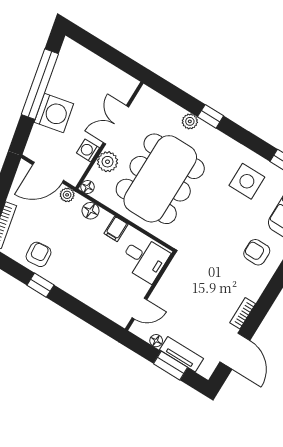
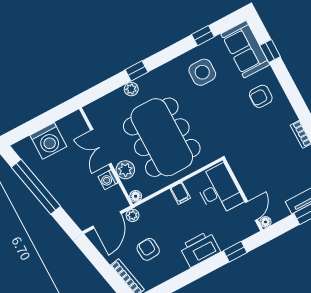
washing machine: (54, 113) -> (48, 141), moved, turned 102
floor lamp: (91, 211) -> (155, 205), removed
armchair: (39, 254) -> (148, 249), moved
desk: (145, 259) -> (219, 190), width x1.37
printer: (73, 280) -> (200, 249), added
window: (40, 285) -> (235, 252), moved
floor lamp: (156, 341) -> (265, 222), moved

